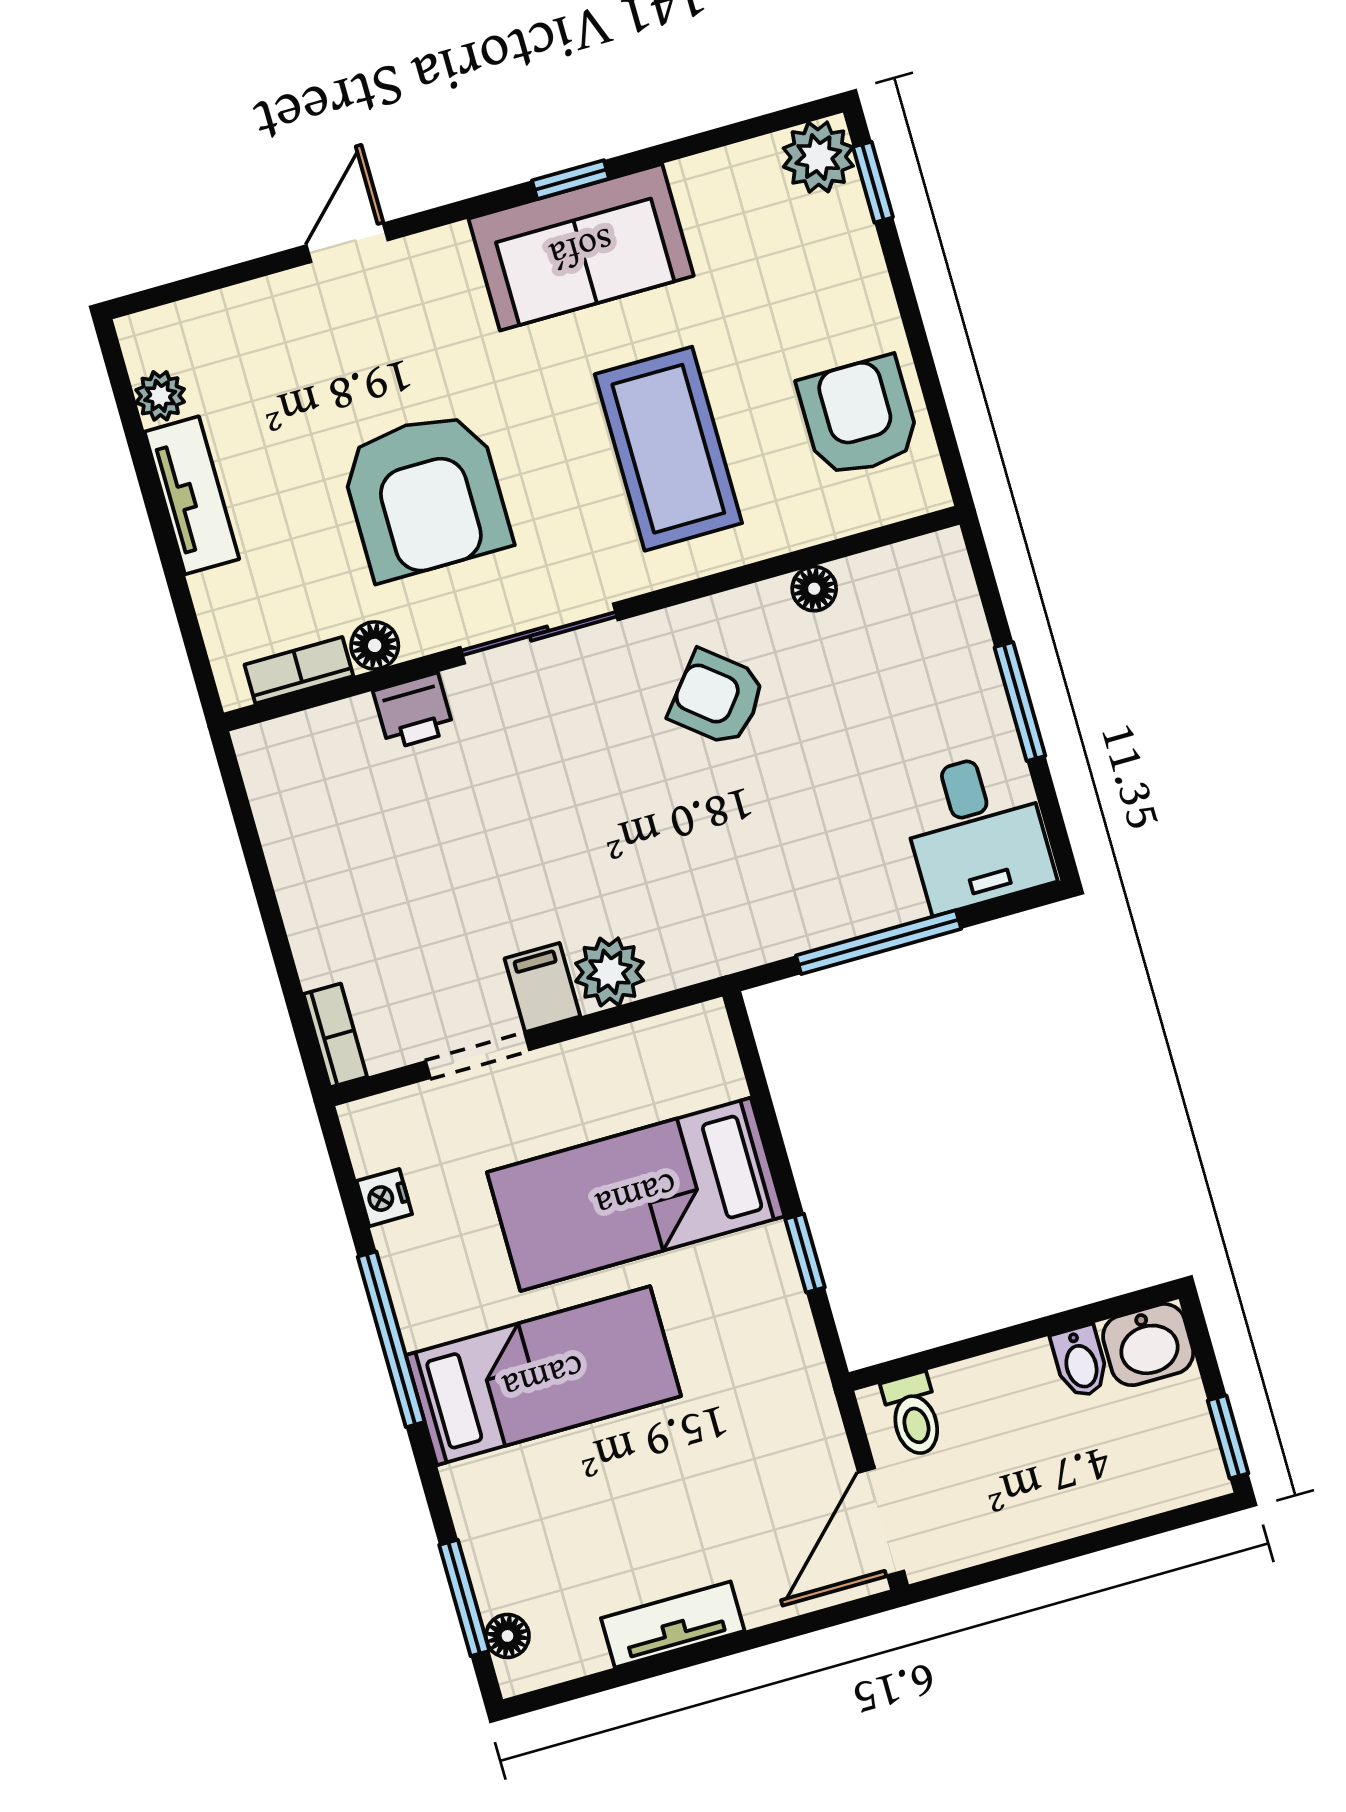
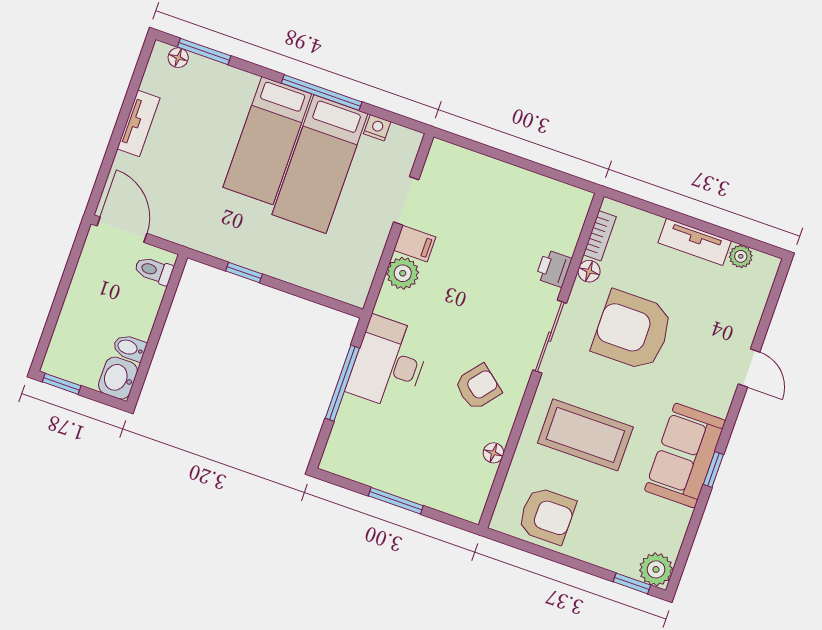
desk: (976, 831) -> (389, 363), moved, width x1.37
bookcase: (335, 1035) -> (452, 152), removed
bed: (636, 1194) -> (320, 164), moved, turned 180

